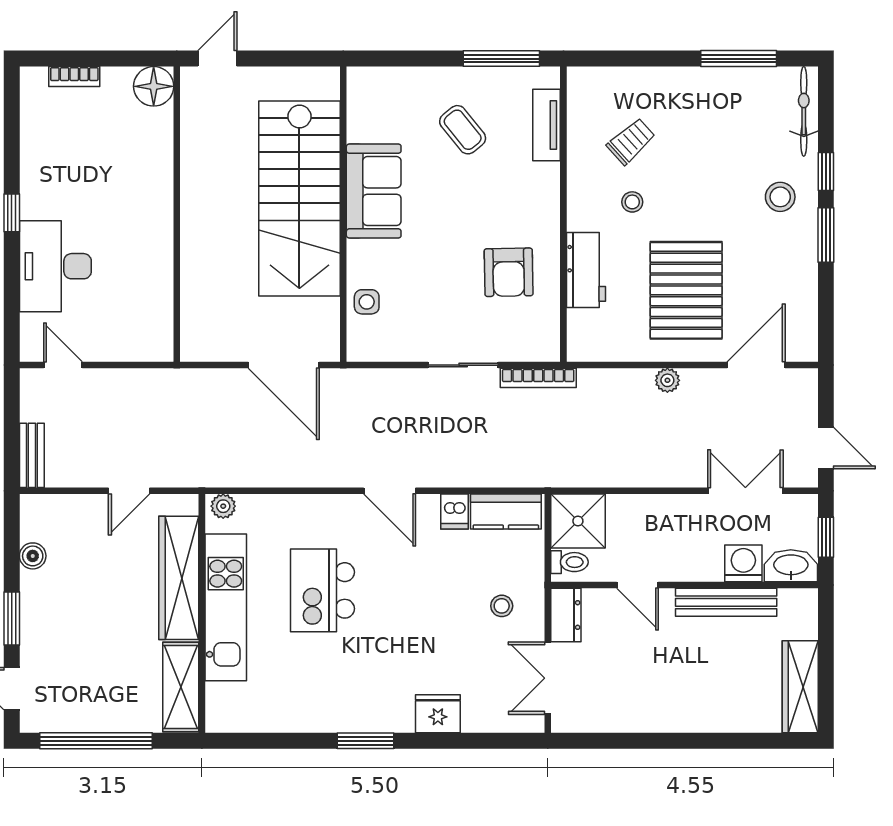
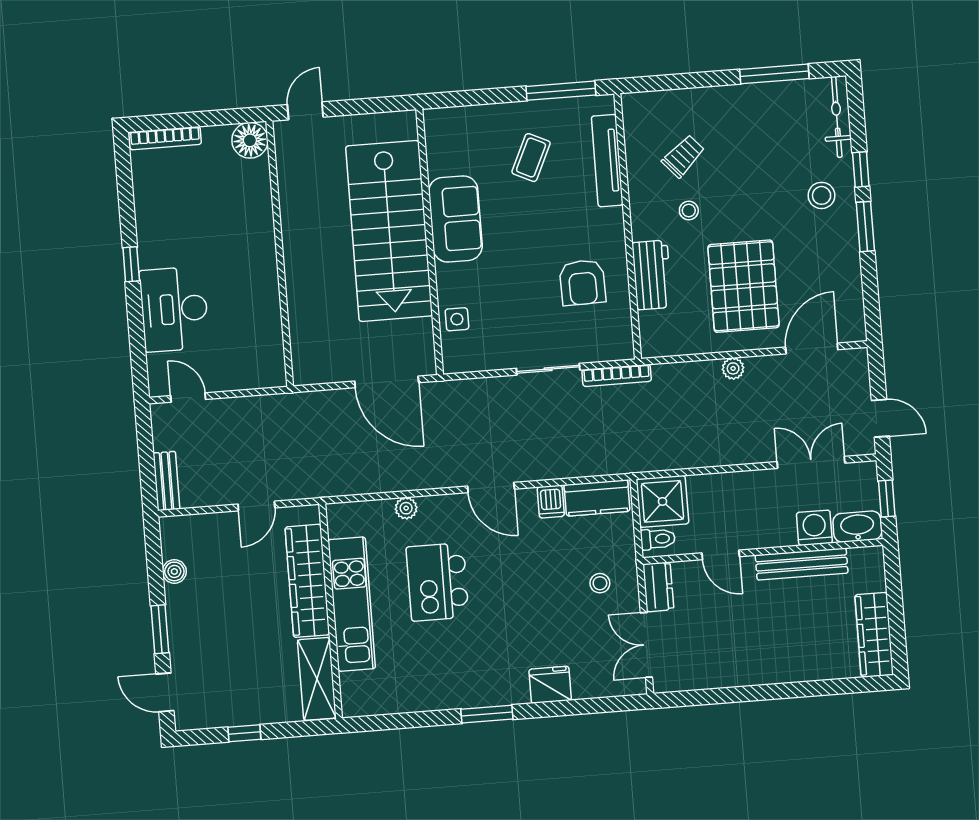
bookcase: (74, 77) -> (165, 138), width x1.56
tv unit: (547, 125) -> (607, 161), width x1.41
coffee table: (463, 130) -> (531, 158), turned 64
plant: (223, 506) -> (406, 508), moved
window: (96, 741) -> (244, 733), width x0.32

